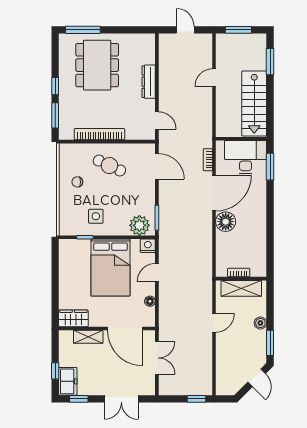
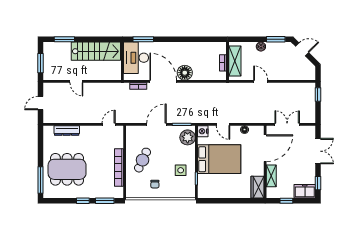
dresser: (149, 82) -> (67, 131), moved
door: (157, 166) -> (156, 124), moved
window: (55, 371) -> (286, 201), moved

